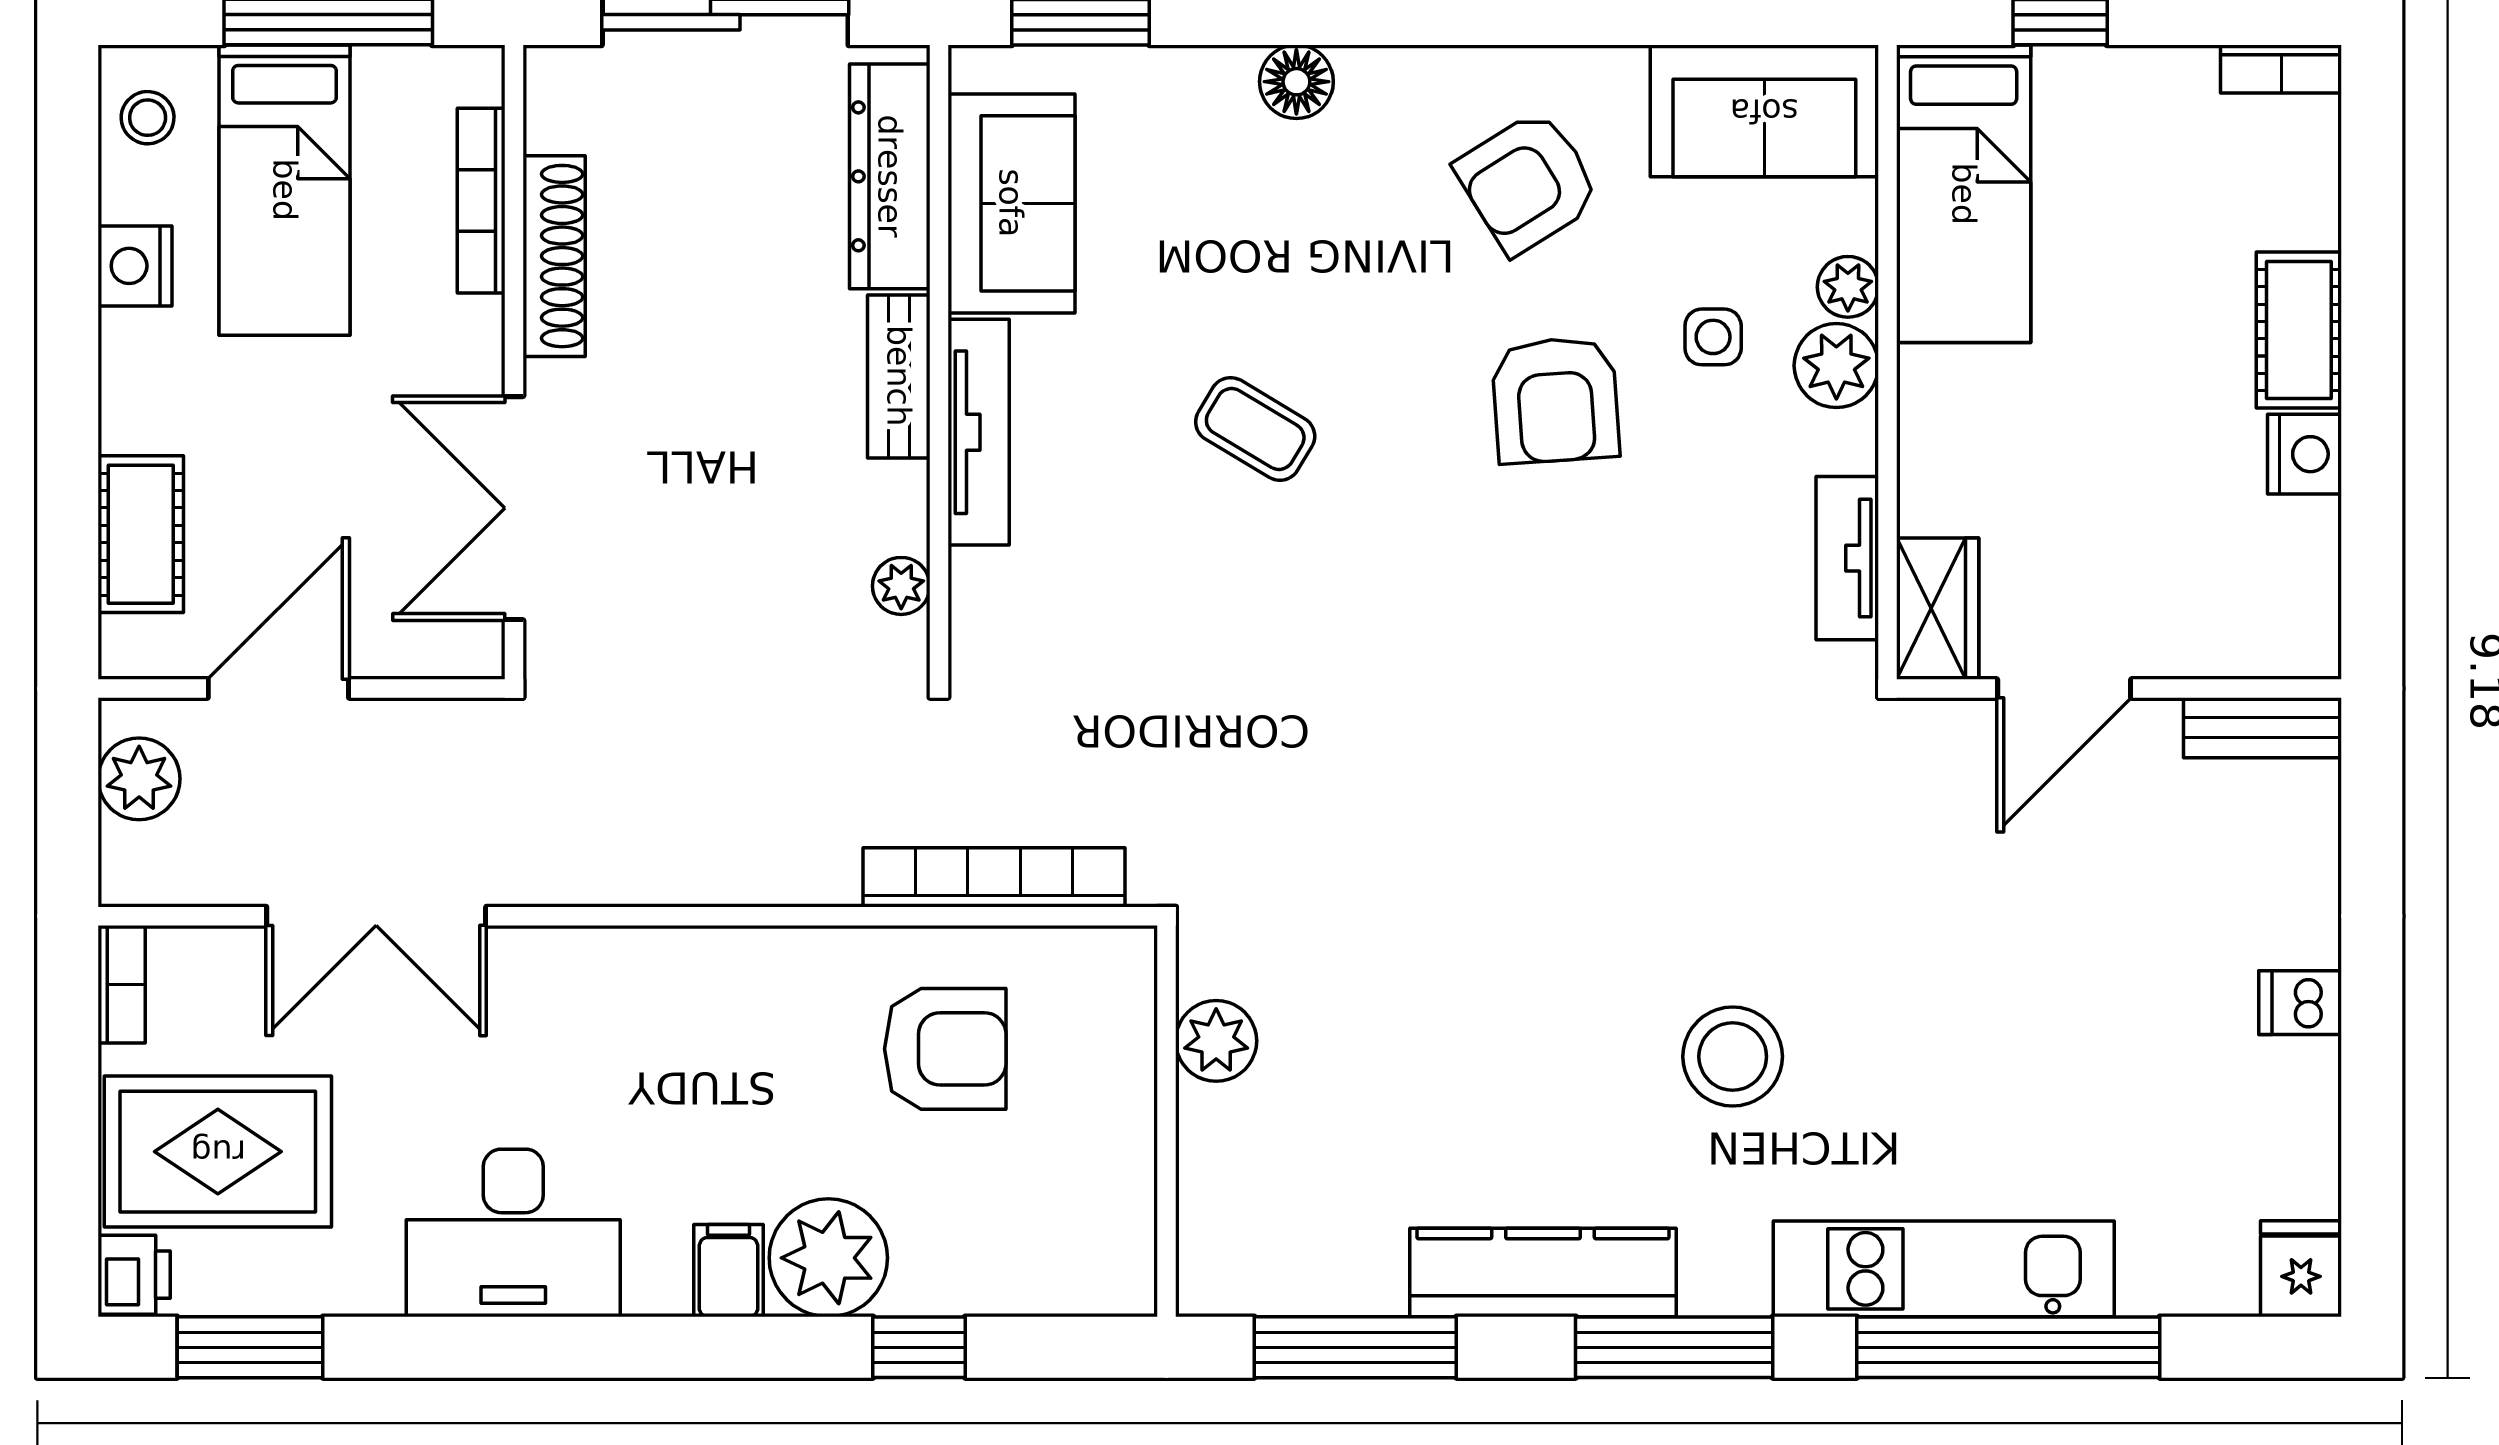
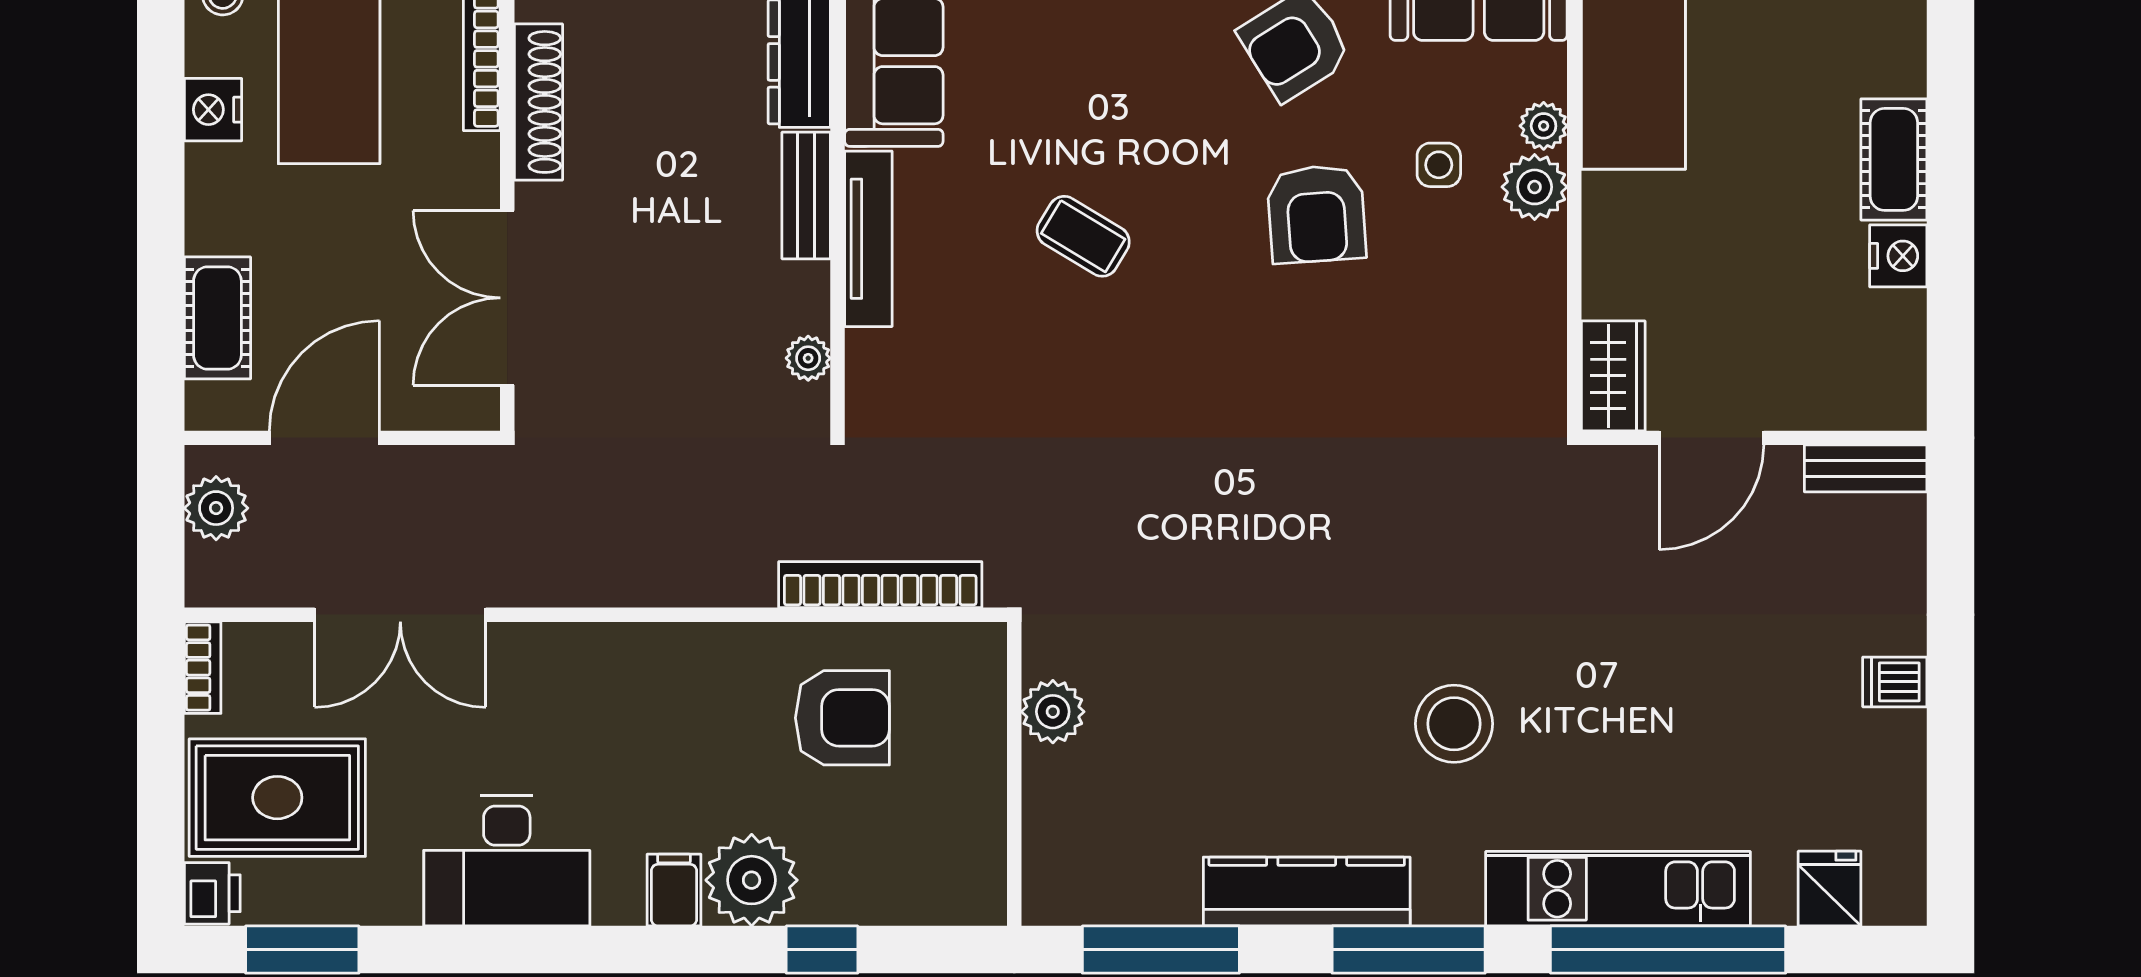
tv unit: (1847, 558) -> (1543, 337), removed
fridge: (2301, 1269) -> (1830, 889), moved

